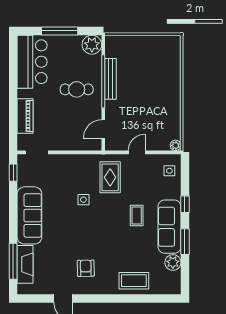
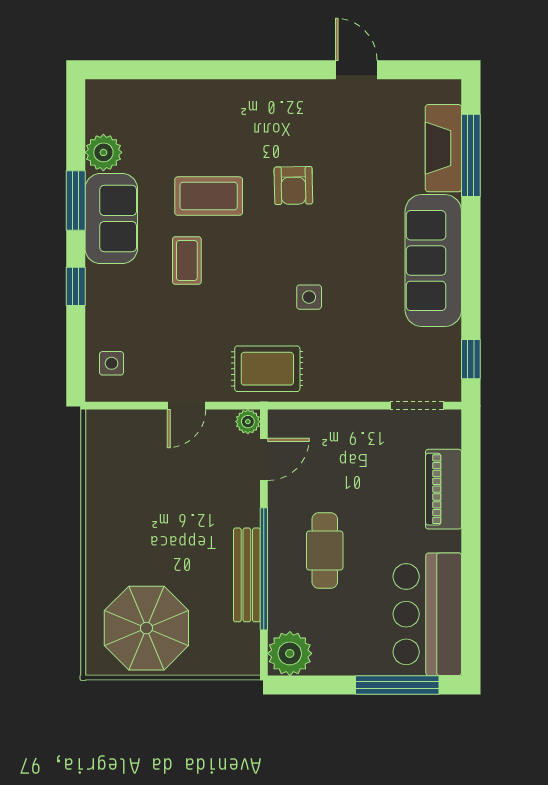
window: (60, 31) -> (397, 685), moved
parasol: (154, 56) -> (146, 628), added
cafe table: (77, 89) -> (325, 550), turned 90
plant: (176, 145) -> (248, 422), moved
rug: (110, 177) -> (267, 369), moved, turned 90
sofa: (169, 227) -> (111, 219), width x0.73
armchair: (86, 268) -> (293, 186), moved
coffee table: (134, 281) -> (209, 196), moved

